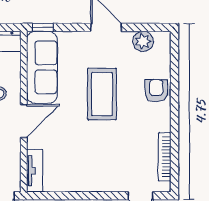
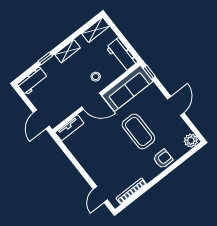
plant: (143, 41) -> (191, 141), moved
coffee table: (102, 94) -> (138, 131), turned 90

